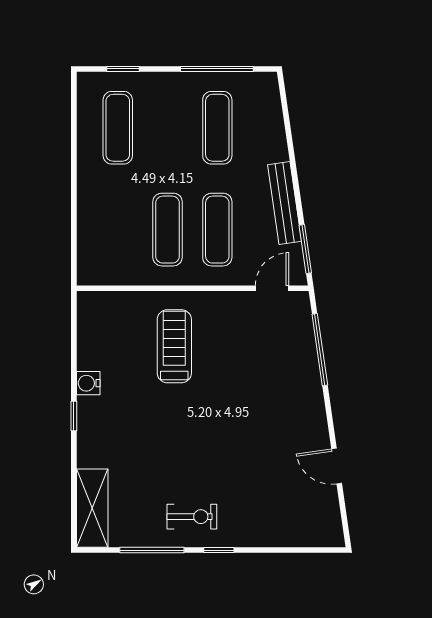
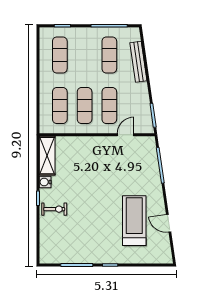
bench: (285, 203) -> (138, 62), moved
exercise mat: (118, 230) -> (60, 106), added
door: (272, 288) -> (126, 135), moved
treadmill: (174, 346) -> (134, 221), moved, width x1.37, depth x1.38
shelving: (92, 508) -> (47, 156), moved
exercise bike: (192, 517) -> (54, 209), moved

